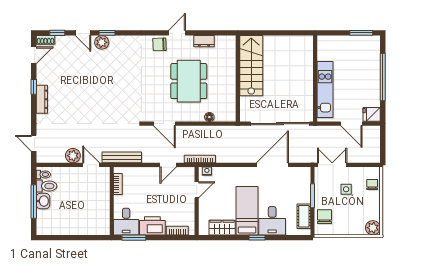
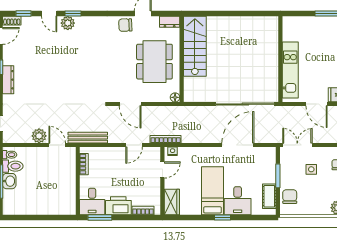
stairs: (251, 66) -> (195, 46), moved
wall: (238, 79) -> (182, 59), moved
wardrobe: (222, 228) -> (172, 202), moved, turned 90

